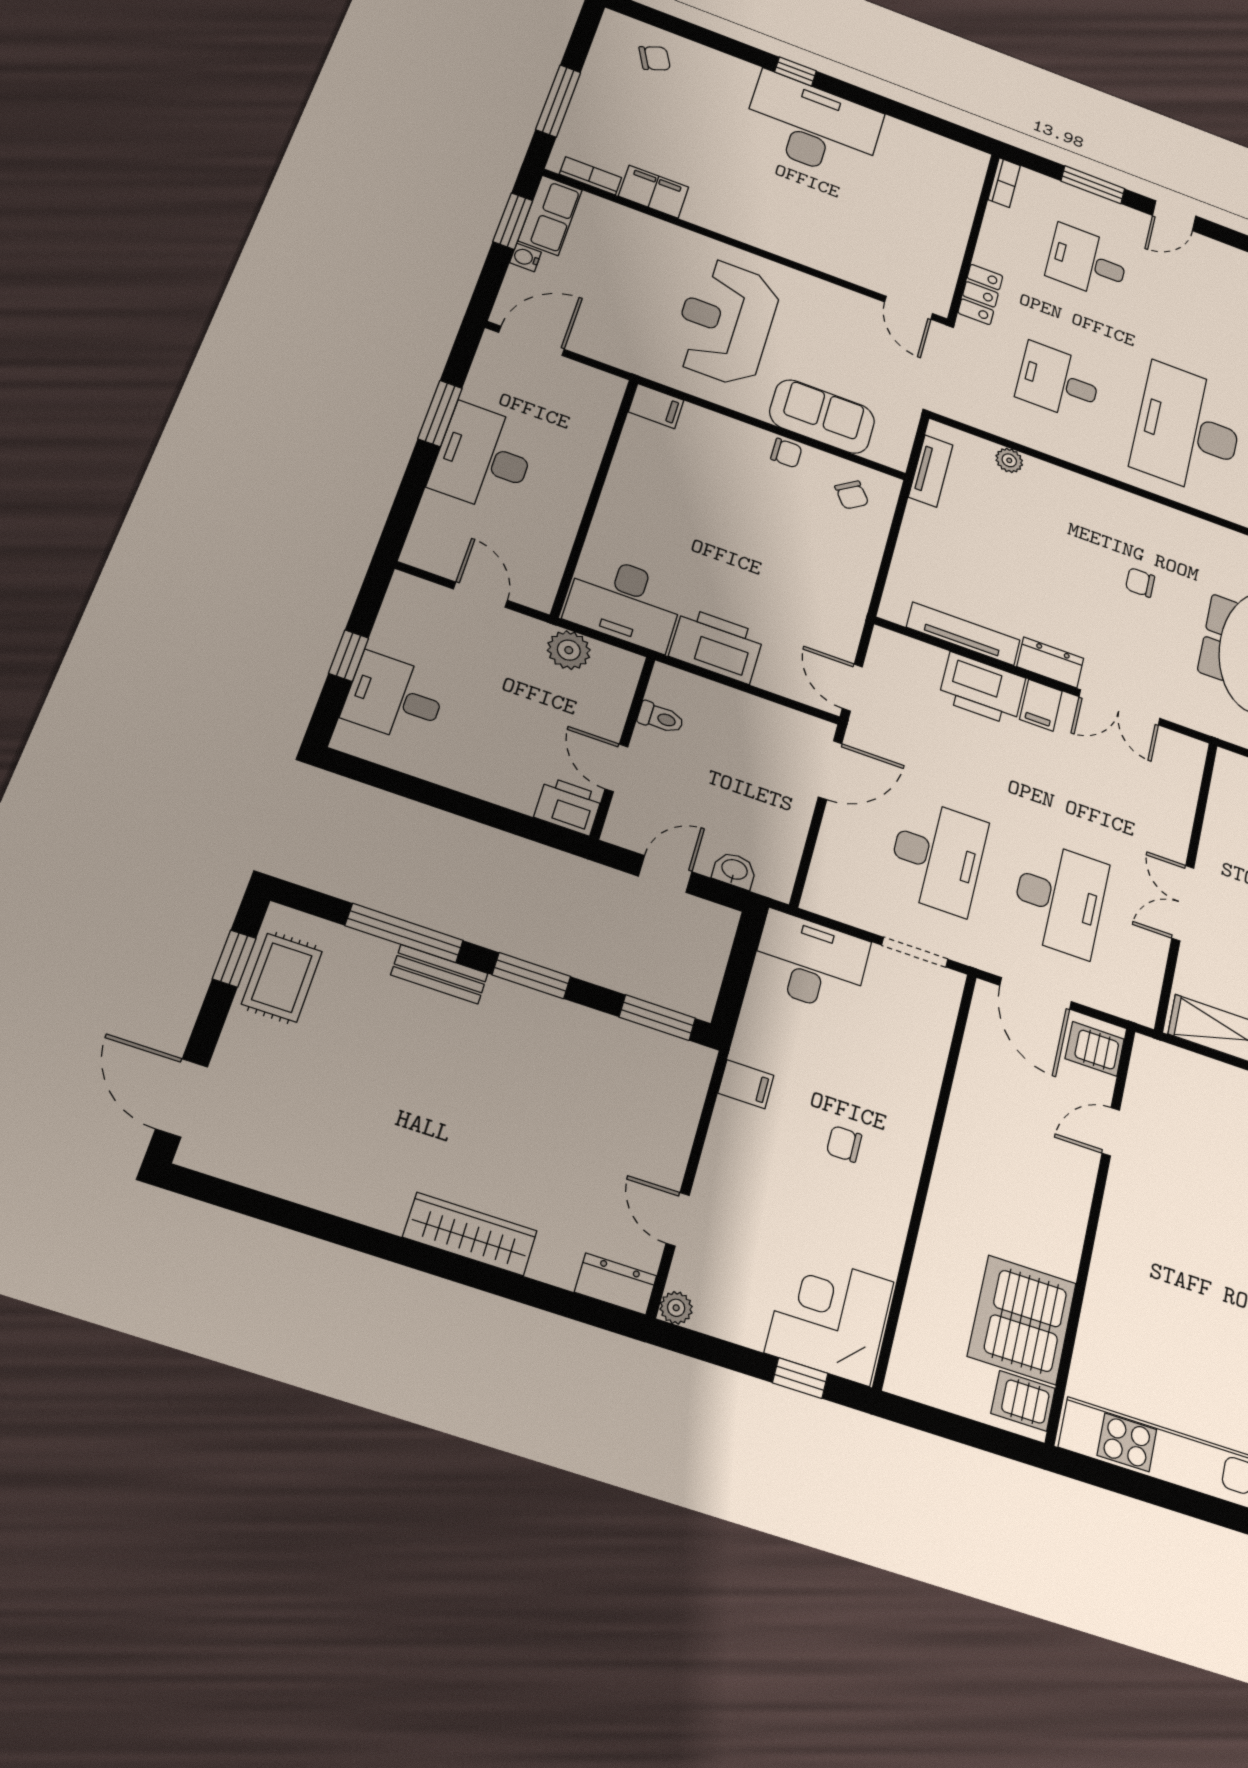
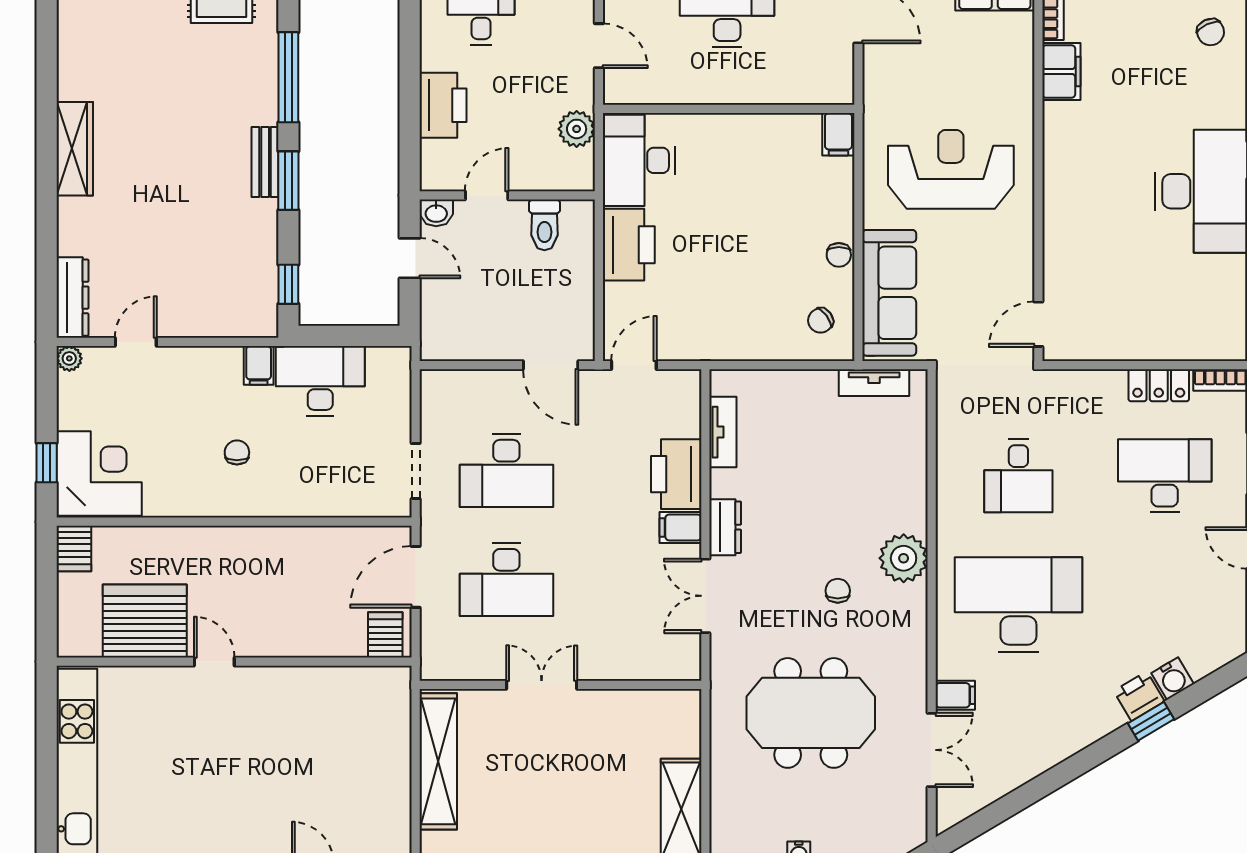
desk: (1087, 262) -> (1165, 476), width x1.37
locker: (980, 294) -> (1159, 385), moved
desk: (1058, 382) -> (1018, 476), turned 180
sofa: (822, 417) -> (889, 293), width x1.36
plant: (1009, 460) -> (904, 558), moved, width x1.88, depth x1.88
door: (480, 595) -> (599, 46), hinge flipped
tv unit: (963, 634) -> (723, 432), width x0.71
toilet: (661, 718) -> (544, 225), width x1.37, depth x1.39
printer: (568, 806) -> (443, 105), moved, width x1.37, depth x1.19
washbasin: (734, 870) -> (436, 213), moved, turned 90
desk: (810, 962) -> (320, 381), moved, turned -90
bench: (439, 974) -> (265, 162), moved
window: (657, 1018) -> (288, 284), width x0.67
door: (1111, 1132) -> (214, 662), moved
wardrobe: (470, 1234) -> (75, 149), moved
dresser: (616, 1284) -> (73, 298), width x1.44
server rack: (1023, 1401) -> (74, 549), moved, turned 180

